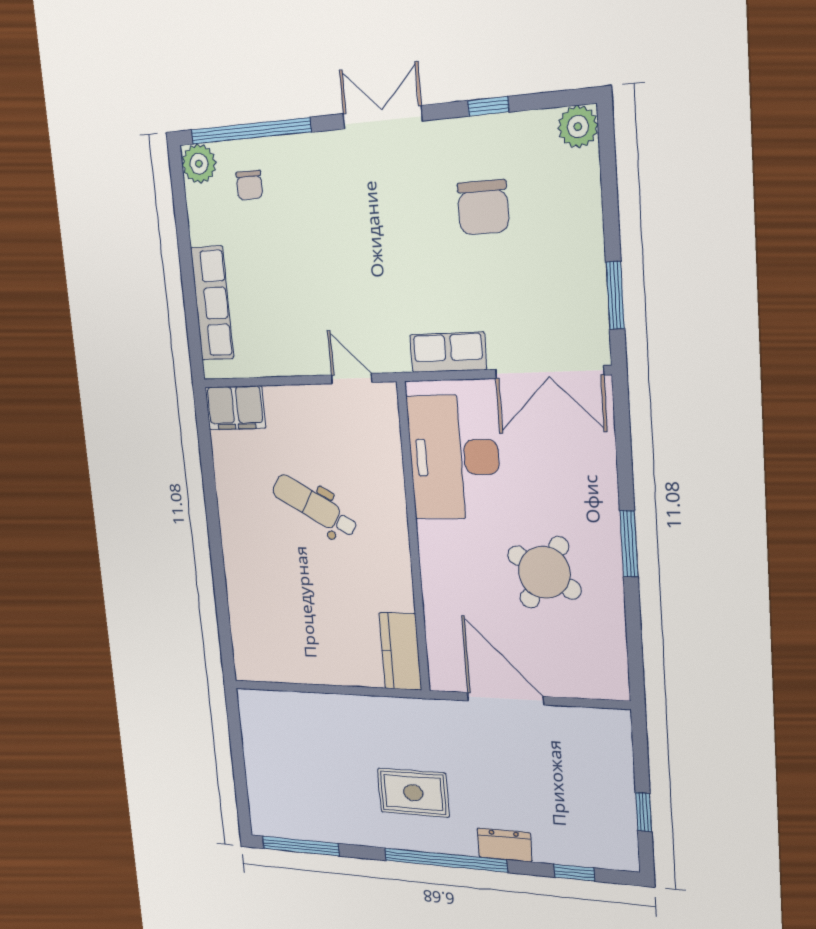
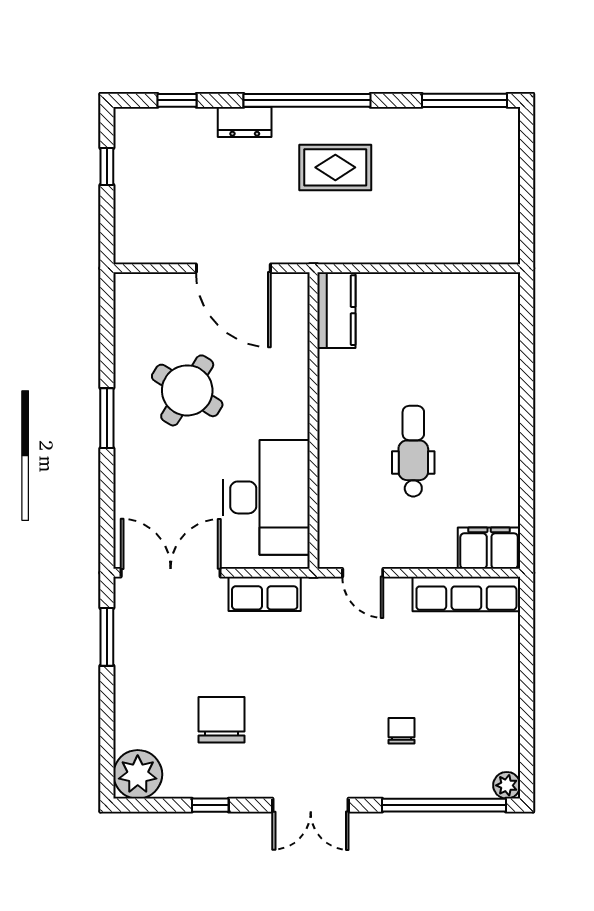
plant: (578, 127) -> (138, 774), width x1.36, depth x1.36
plant: (199, 164) -> (507, 785), width x0.73, depth x0.73
chair: (249, 185) -> (402, 731), moved
row of seats: (212, 303) -> (466, 594), moved, turned -90
dental chair: (315, 506) -> (413, 451), turned -120

